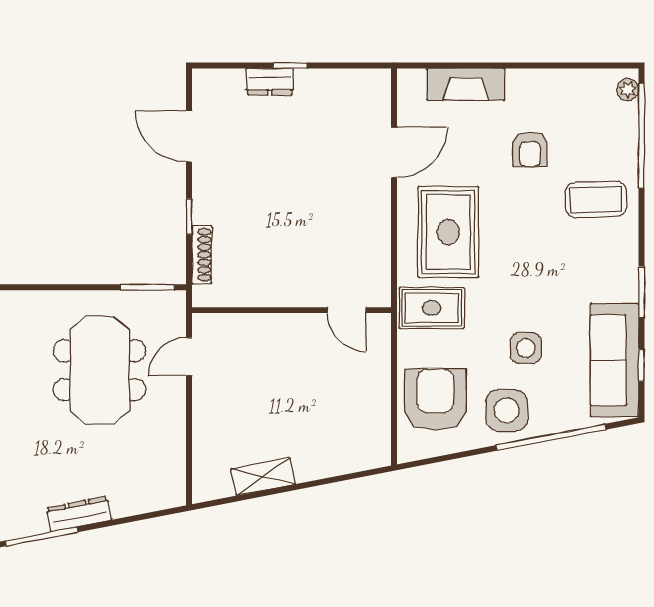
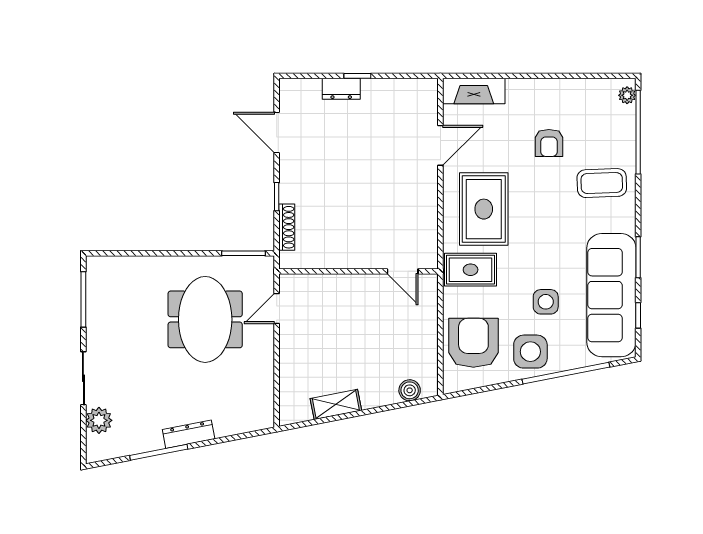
fireplace: (466, 84) -> (474, 91), moved
sofa: (615, 360) -> (611, 295), width x1.36, depth x1.27
boiler: (355, 459) -> (410, 390), added

